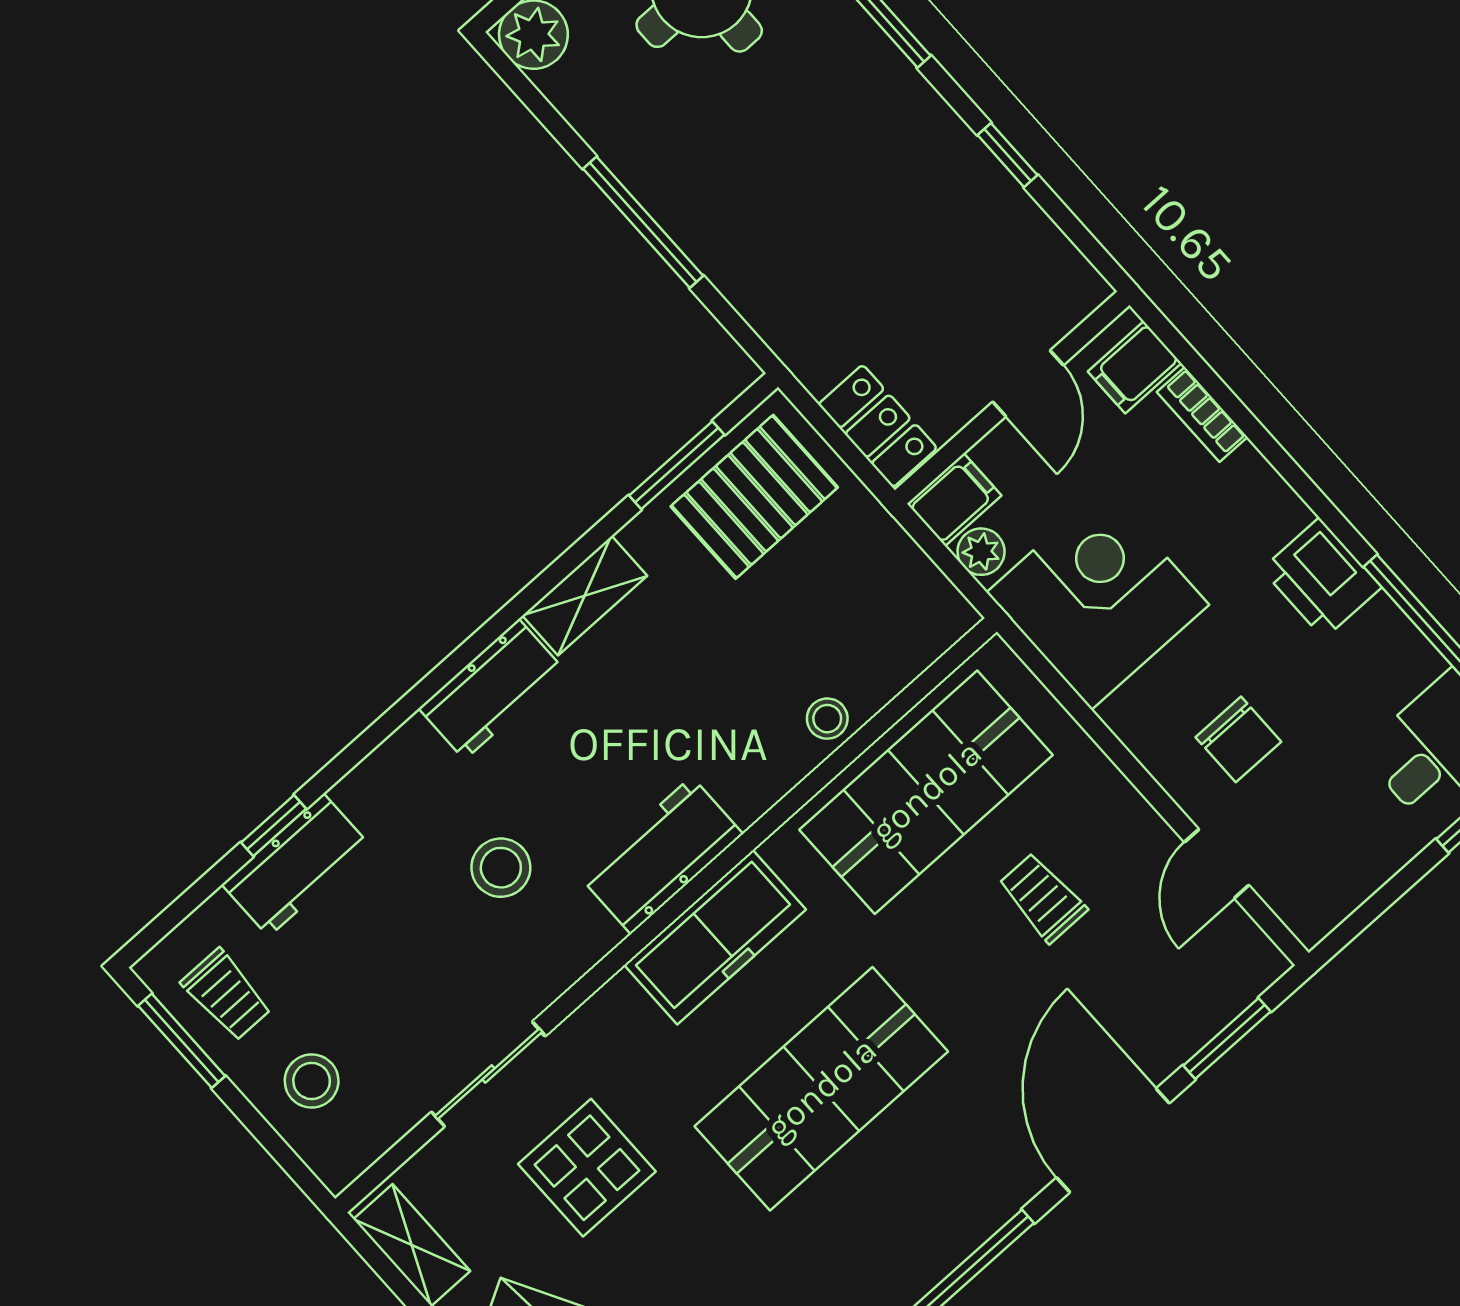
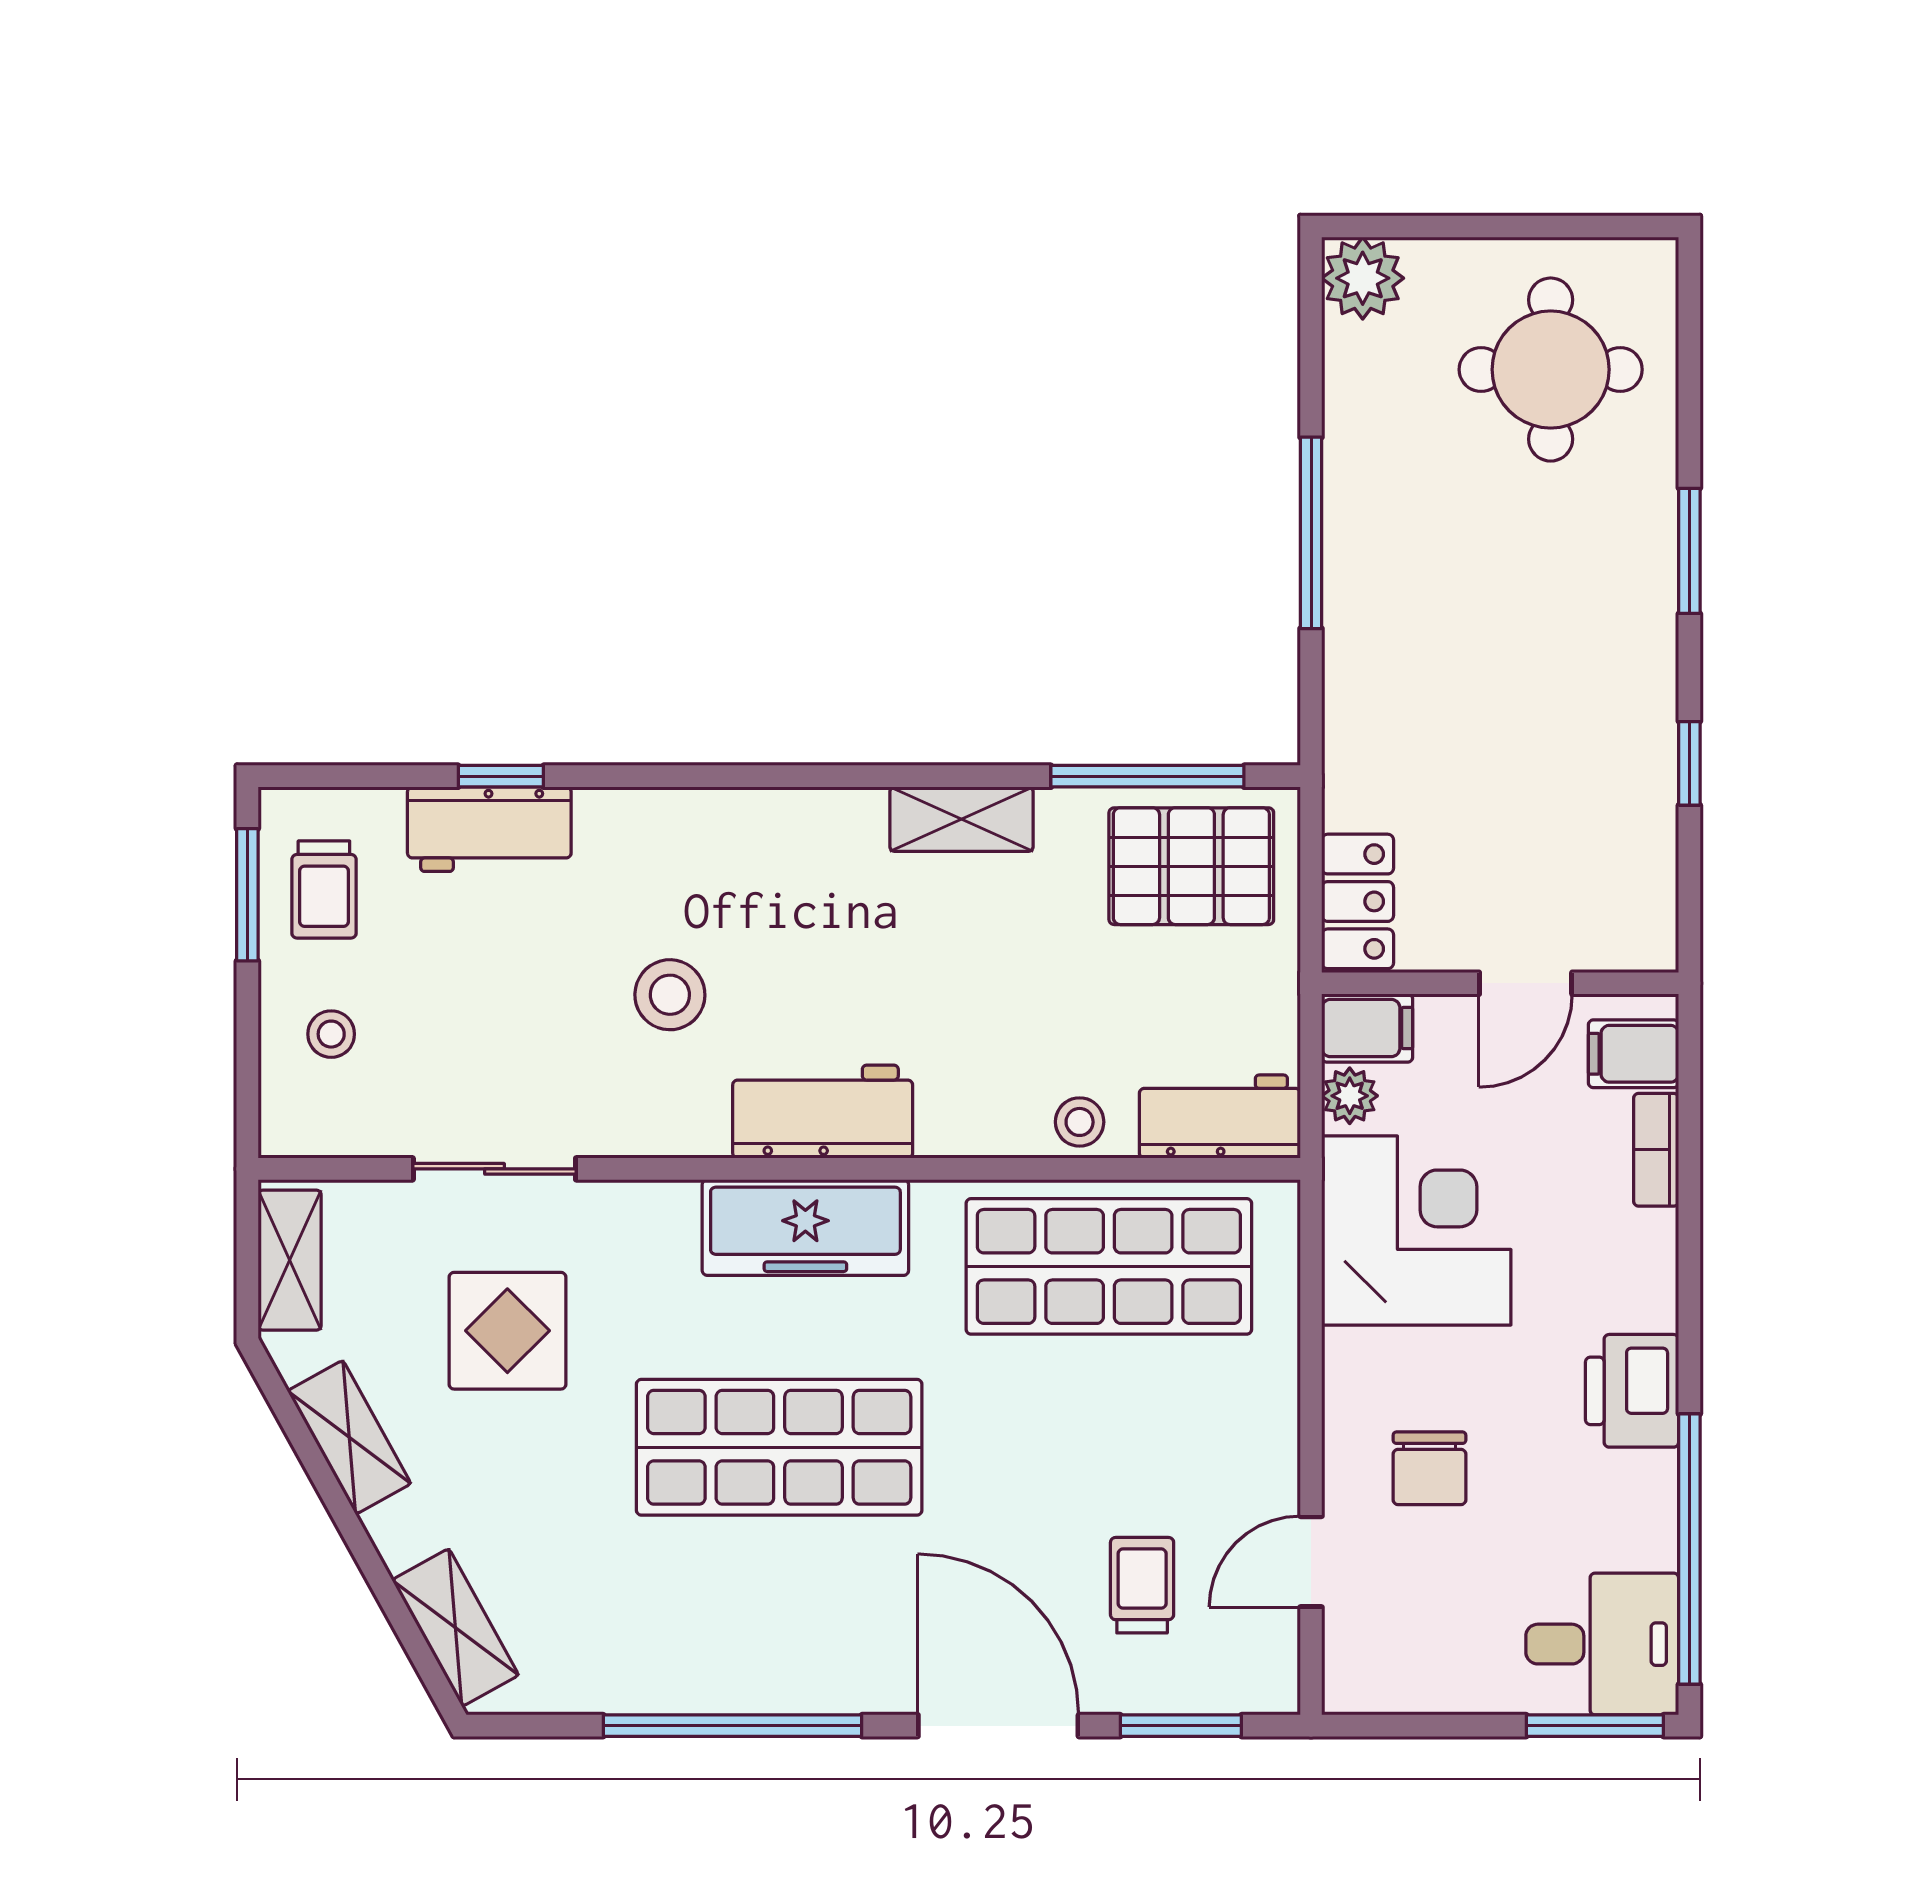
window: (677, 465) -> (1147, 776), width x1.44
workbench: (492, 689) -> (1220, 1117), moved, turned 180
trolley: (1042, 898) -> (1142, 1585), moved
stool: (312, 1081) -> (331, 1034), width x0.73, depth x0.73
door: (1113, 1140) -> (998, 1726), hinge flipped

